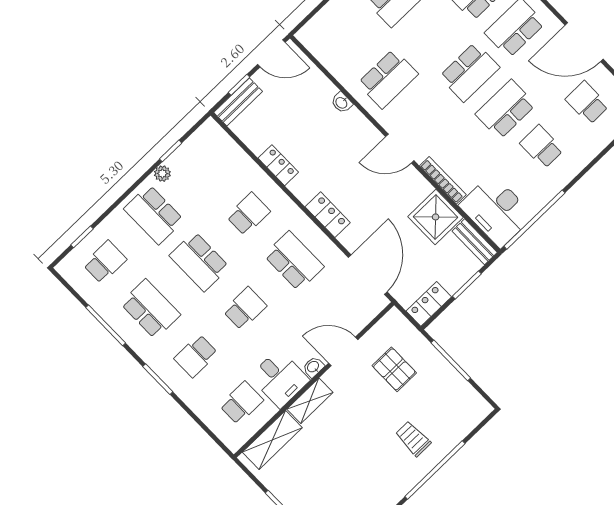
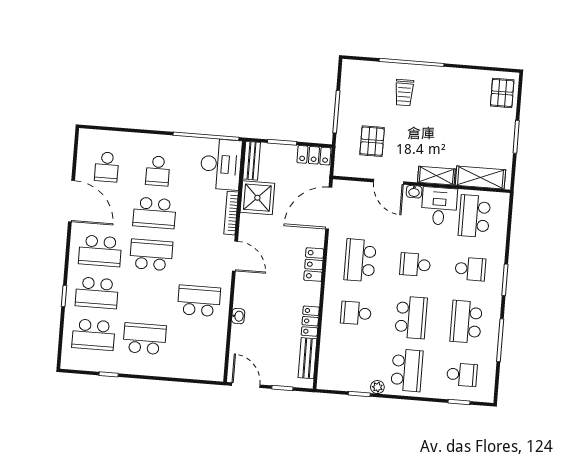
bench: (238, 102) -> (307, 358), moved, turned 90
school desk: (105, 262) -> (462, 375), turned 180
school desk: (241, 403) -> (474, 216), width x1.85

